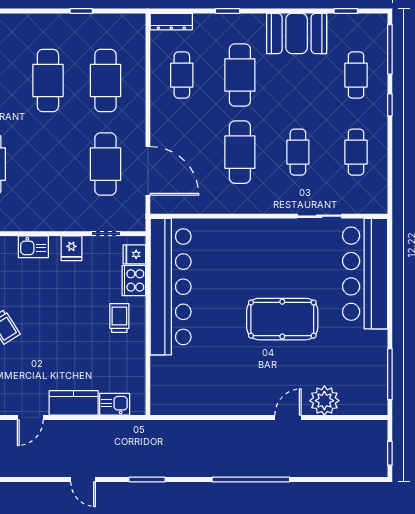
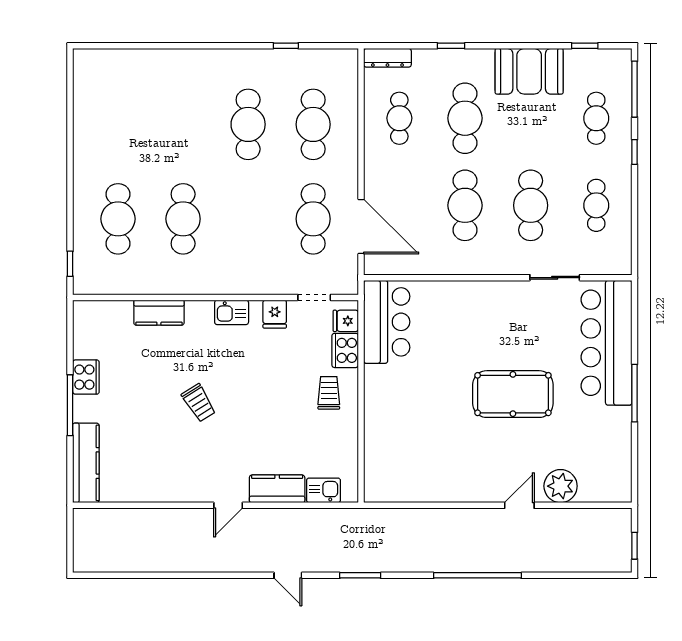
cafe table: (298, 152) -> (531, 205), width x1.37, depth x1.35
bar counter: (171, 287) -> (387, 322), width x0.54
window: (390, 374) -> (635, 393), moved

